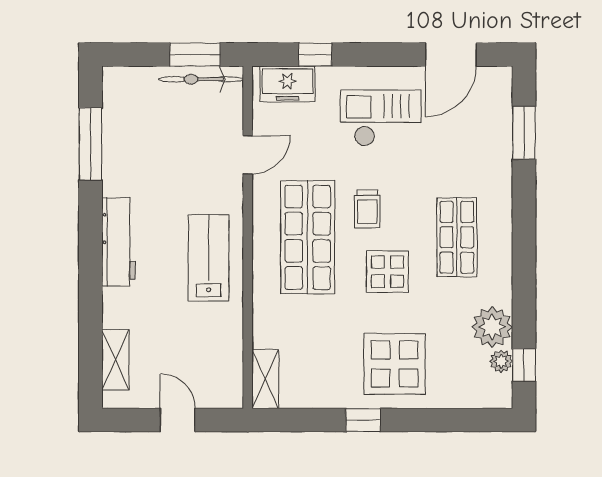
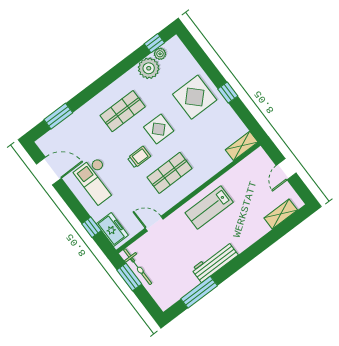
shop shelf: (308, 237) -> (170, 173), width x0.70, depth x0.74
workbench: (118, 242) -> (215, 262), moved

